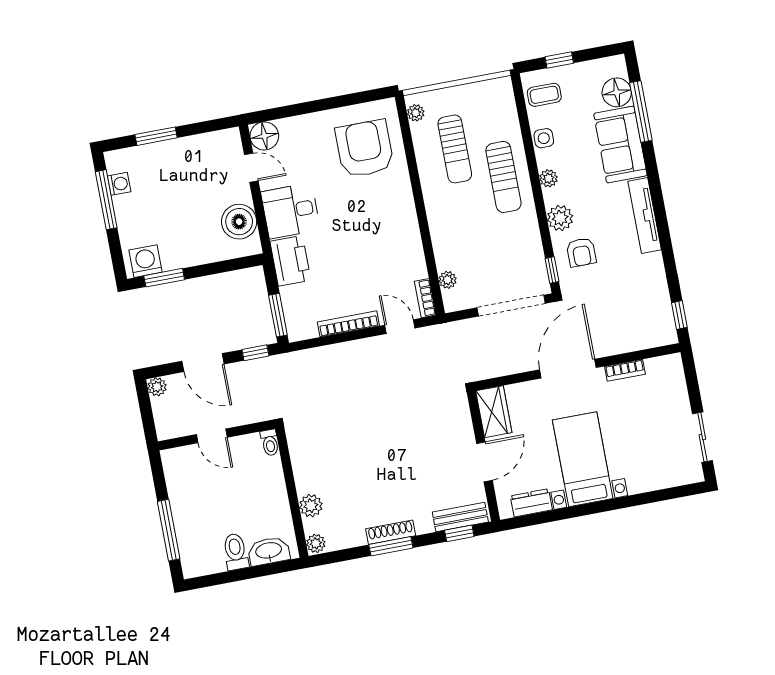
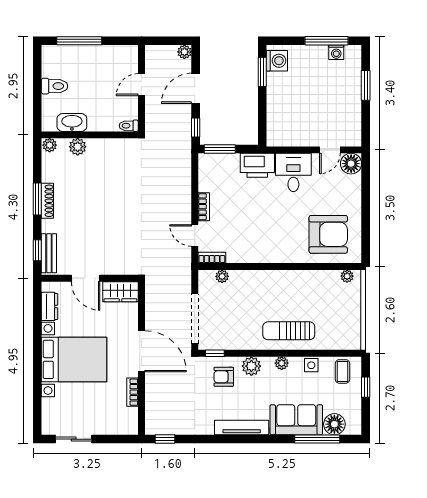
sun lounger: (455, 149) -> (316, 299), removed
boiler: (239, 222) -> (293, 134), removed
bookcase: (348, 324) -> (204, 207), width x0.64
door: (400, 327) -> (195, 235), swing flipped
bed with nightstands: (583, 459) -> (74, 359), width x1.36
washbasin: (269, 551) -> (72, 122), moved, turned -90

